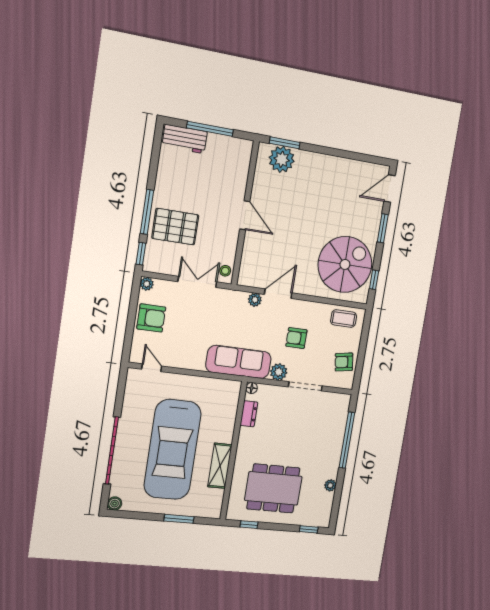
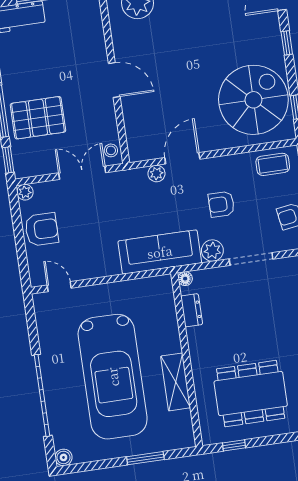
window: (383, 228) -> (287, 43), width x0.67

